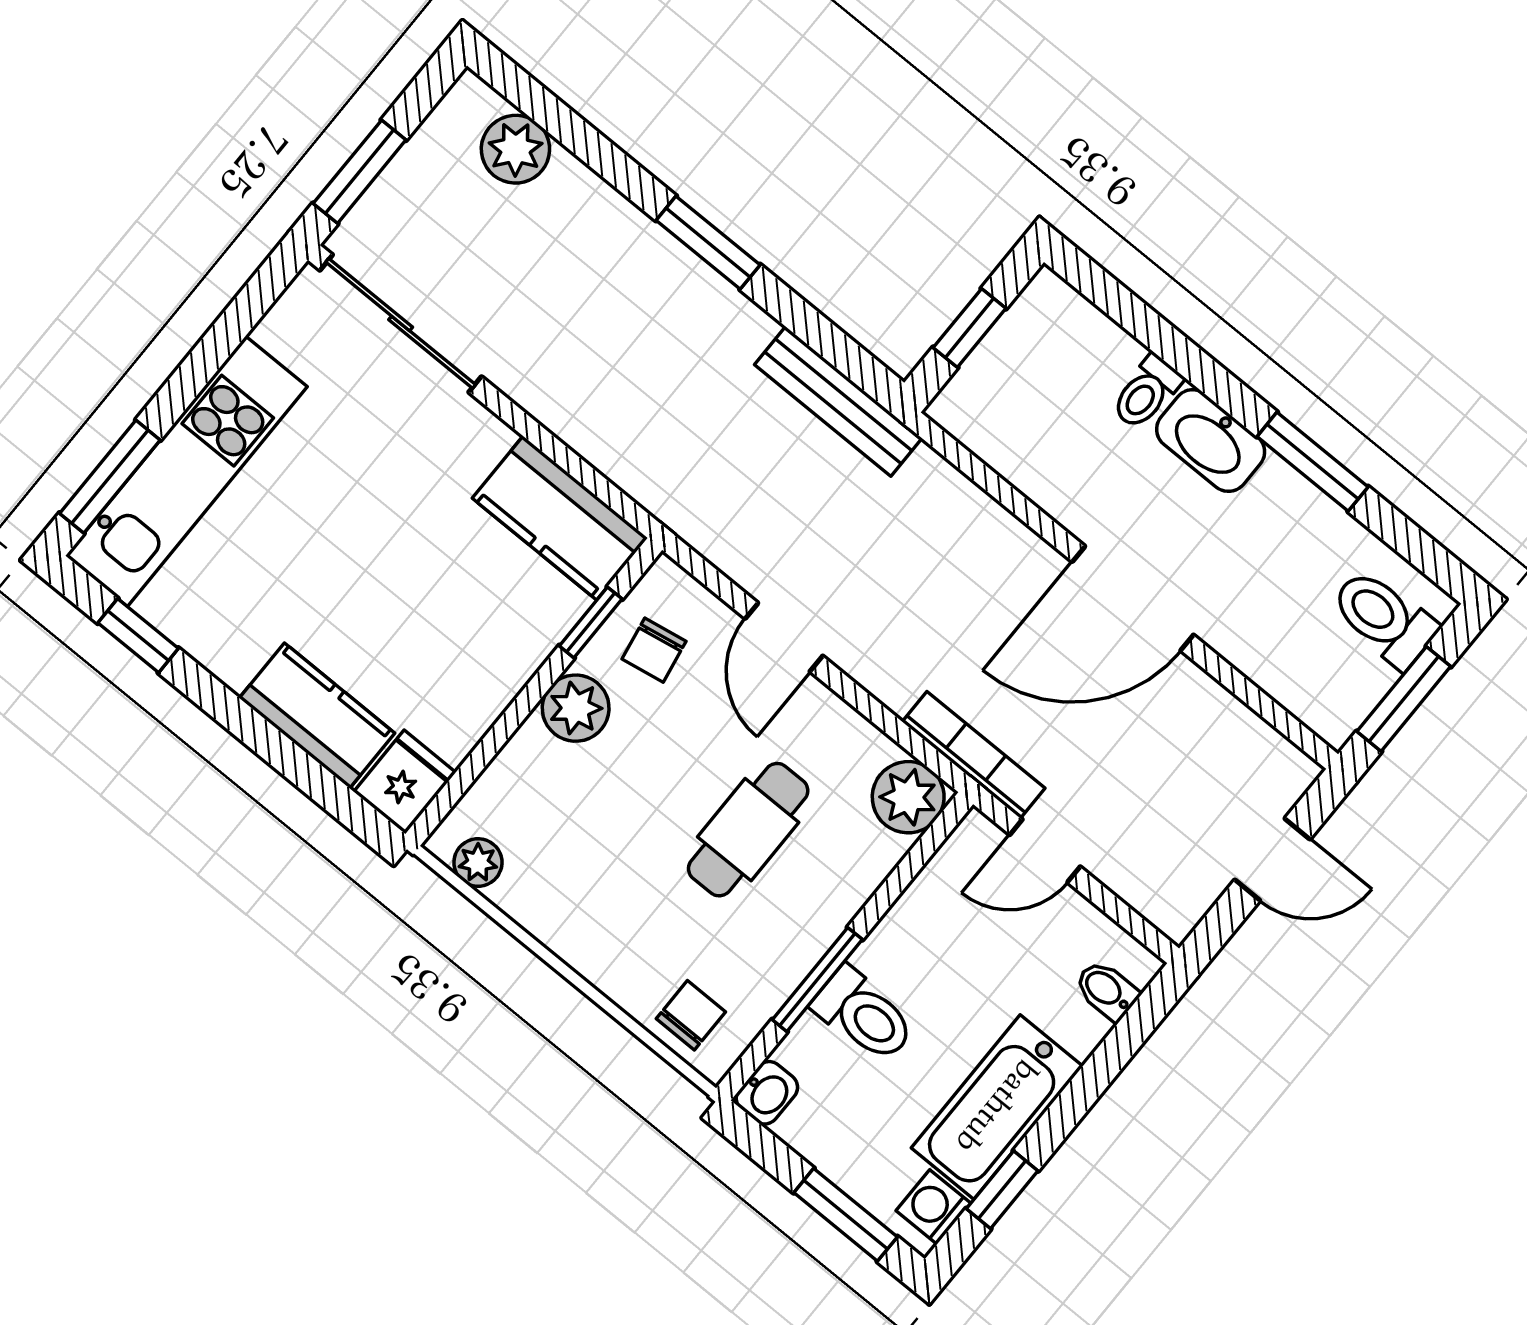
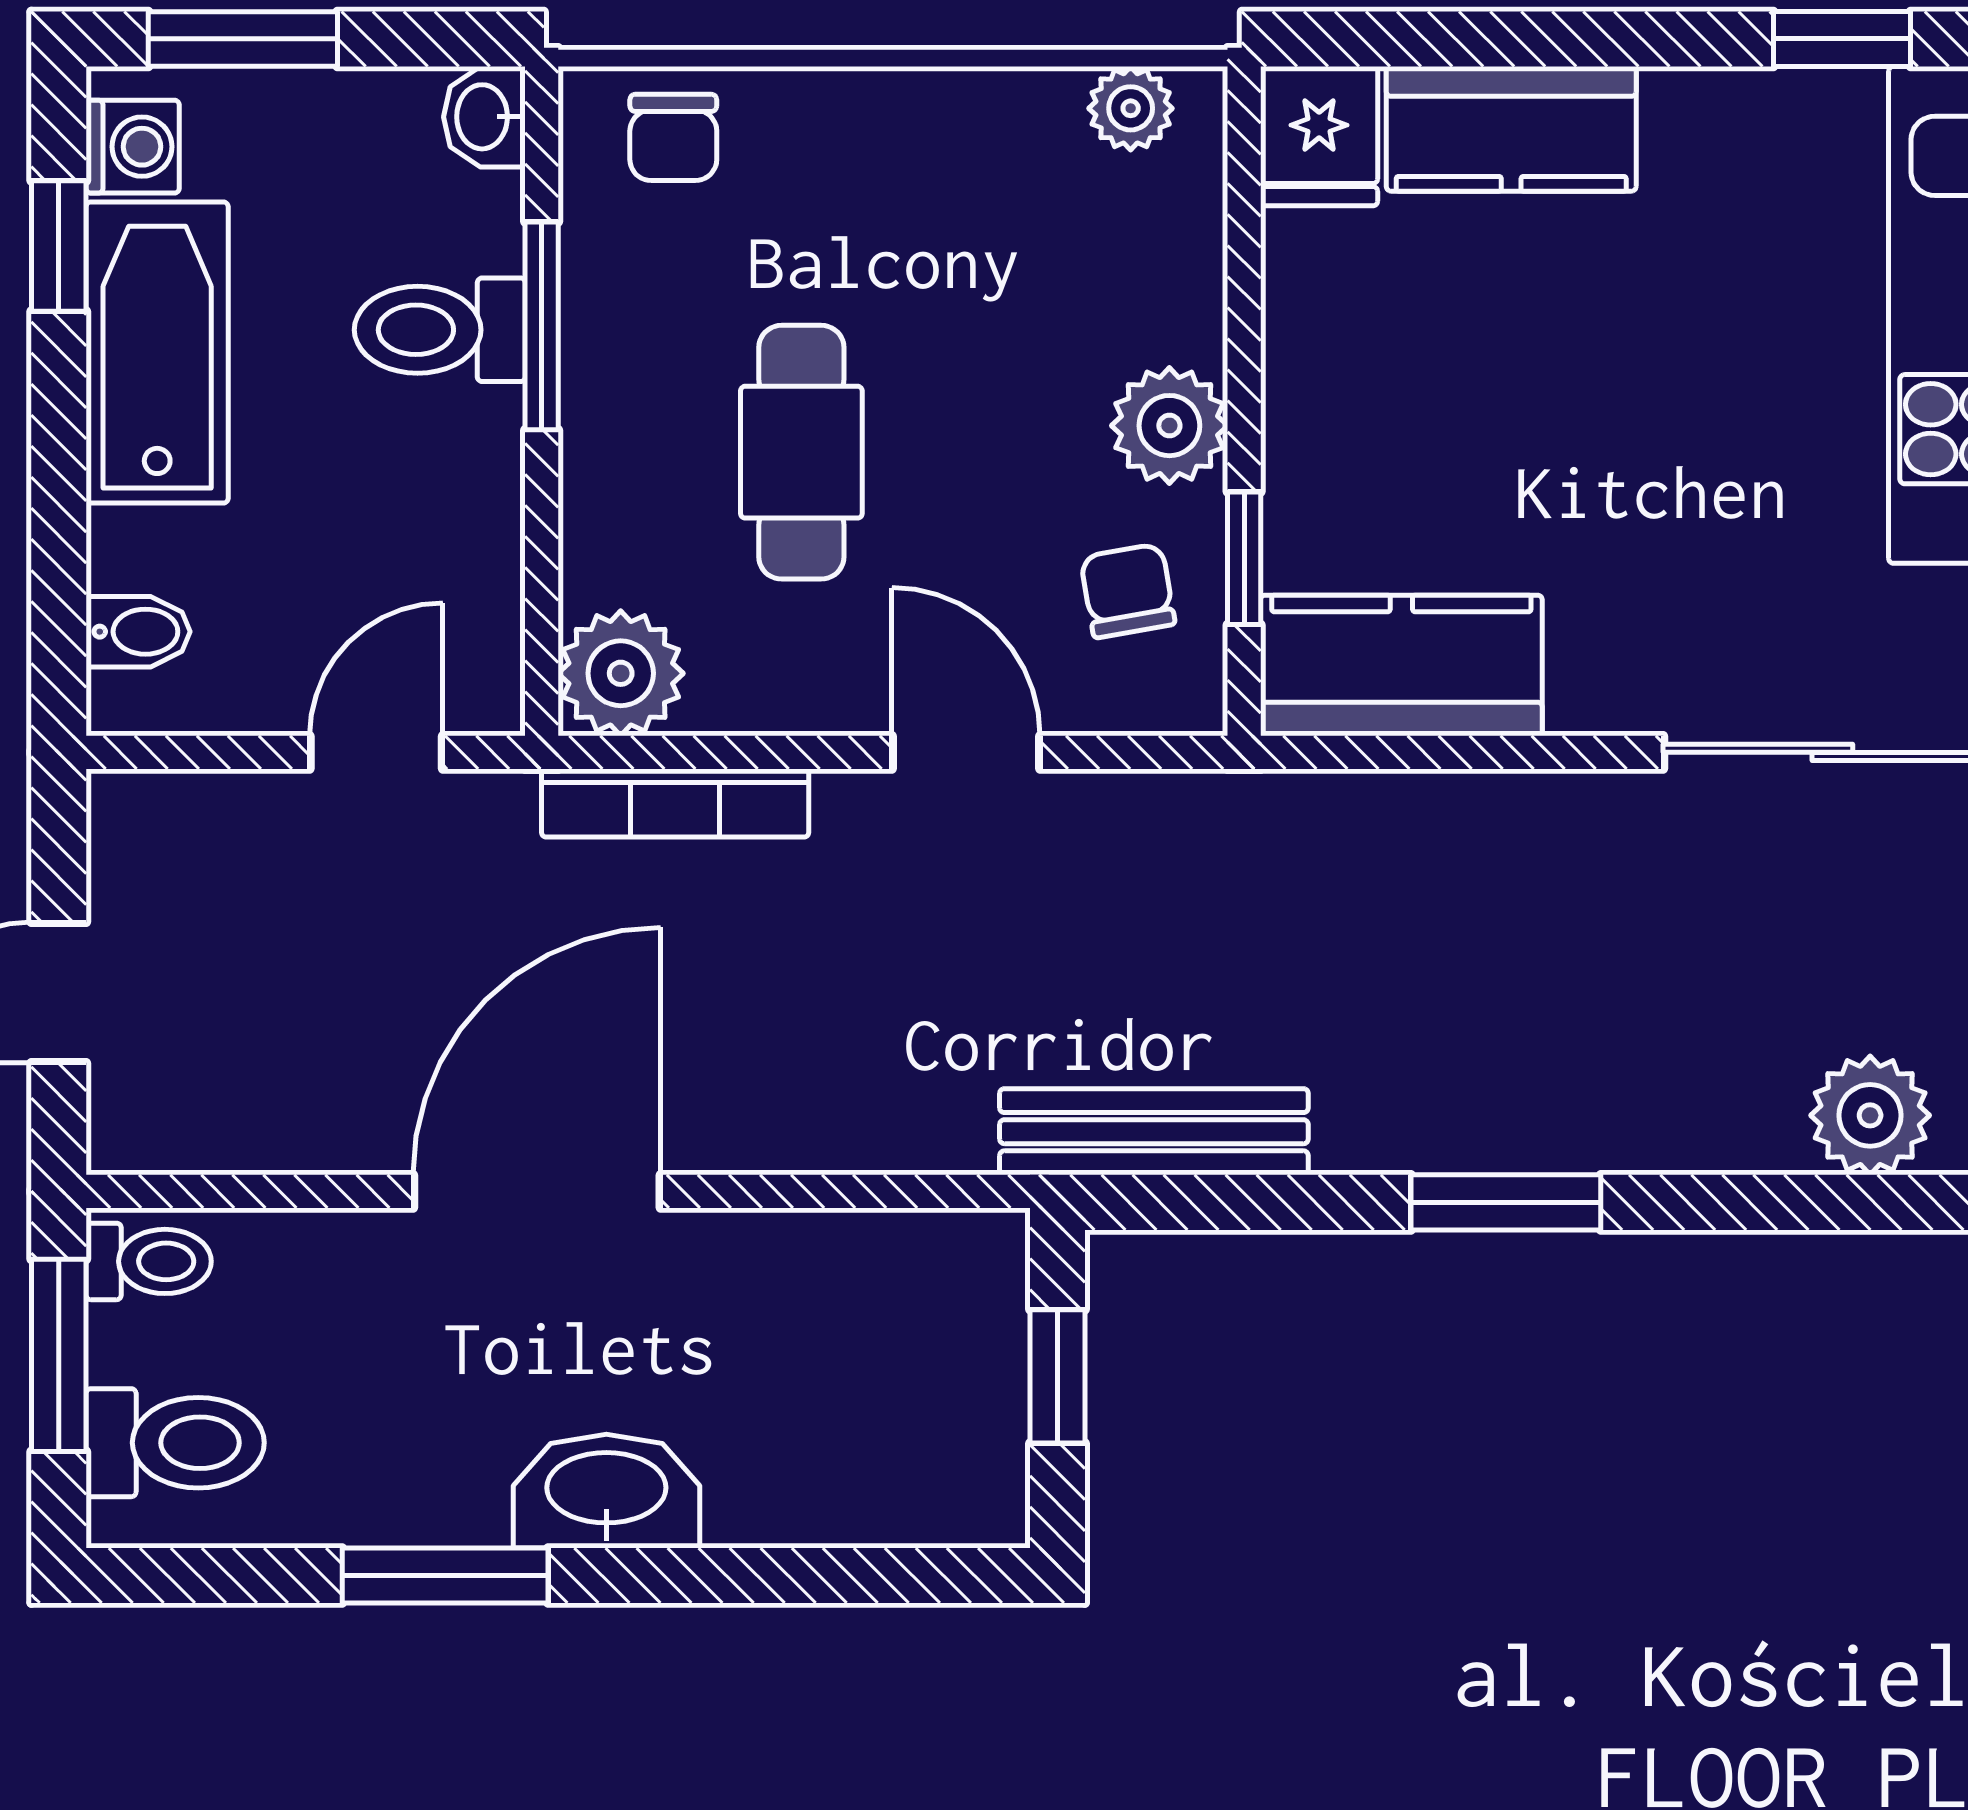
toilet: (1147, 392) -> (149, 1261), moved, turned 90
bookcase: (974, 755) -> (675, 803), moved

